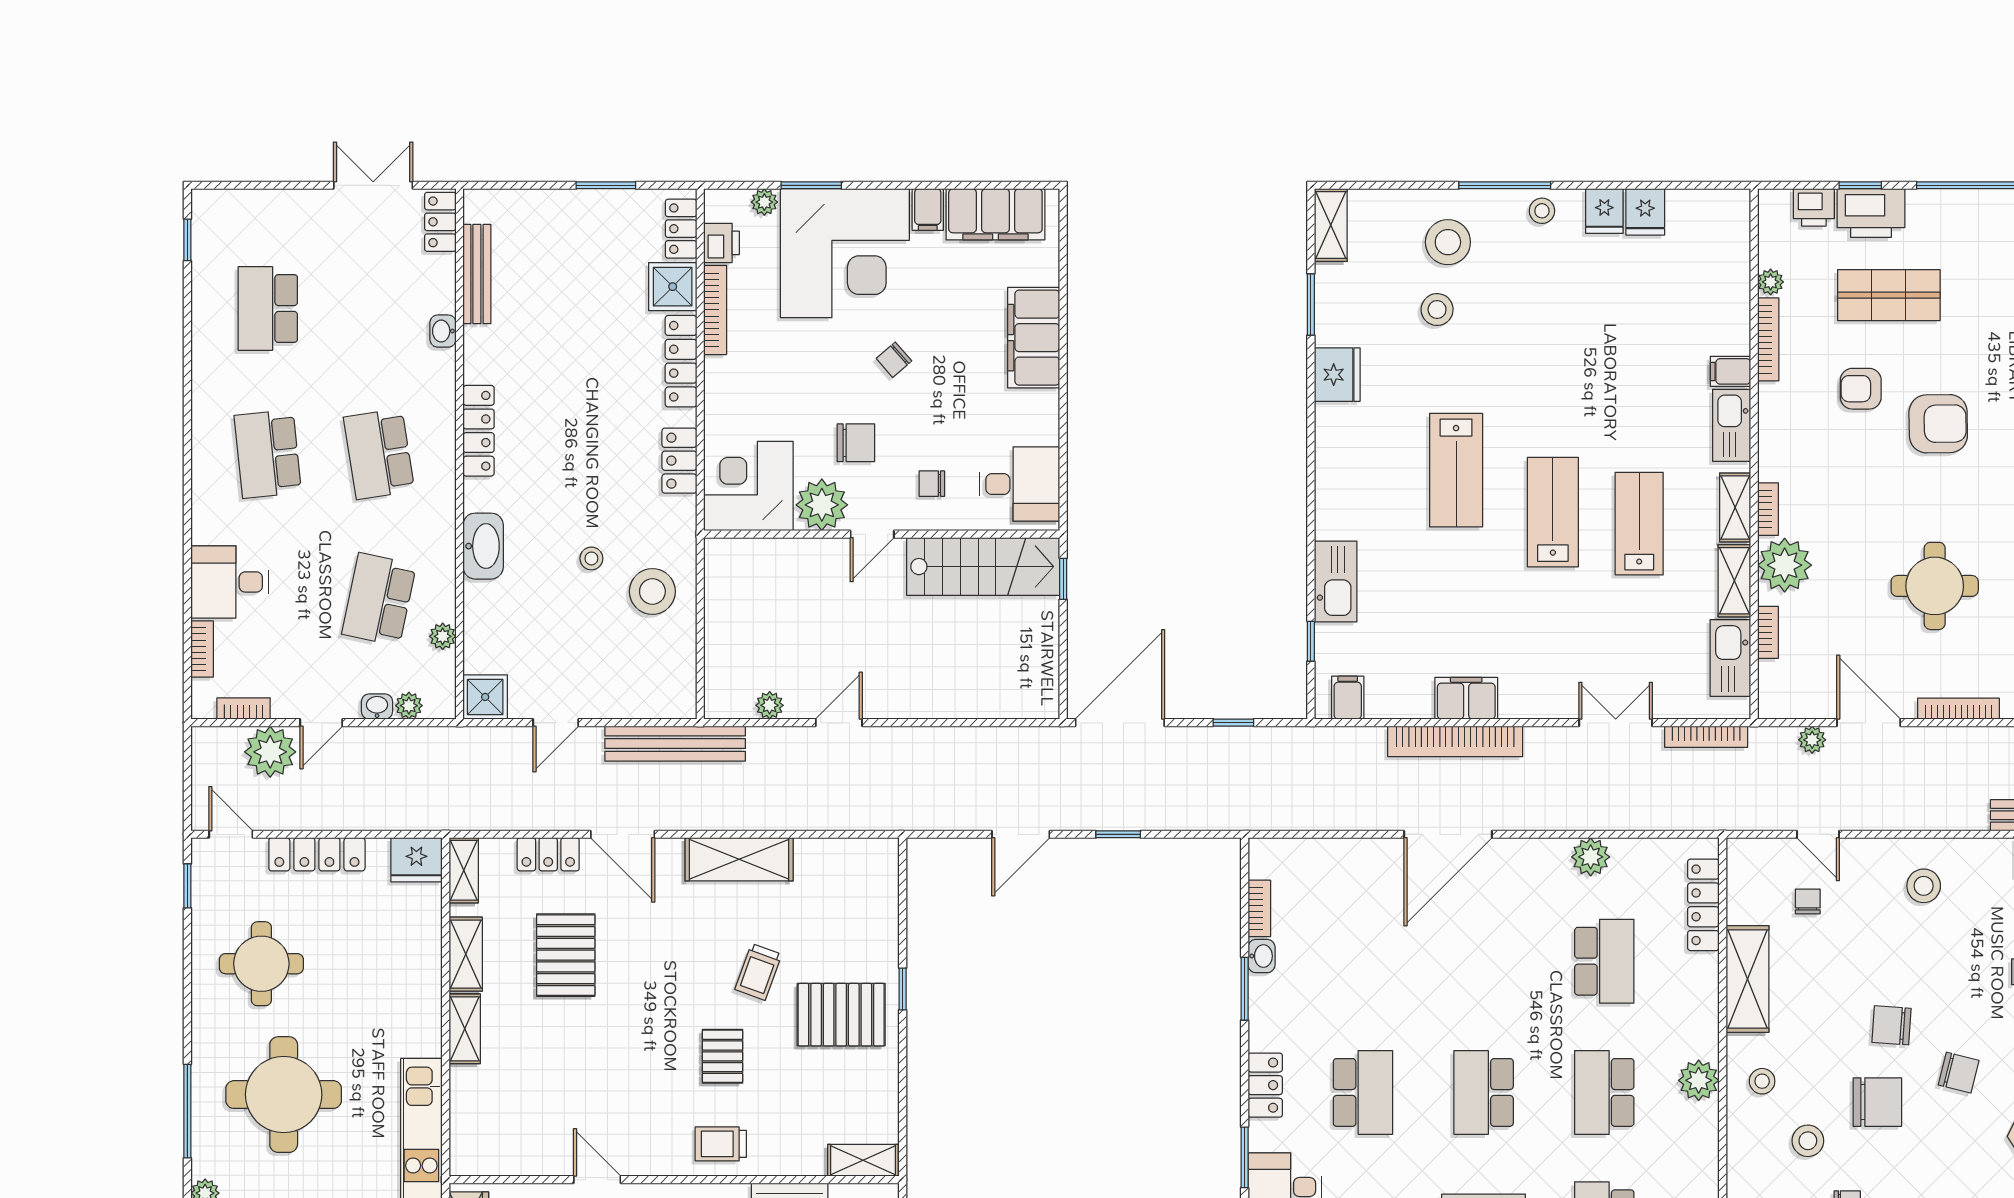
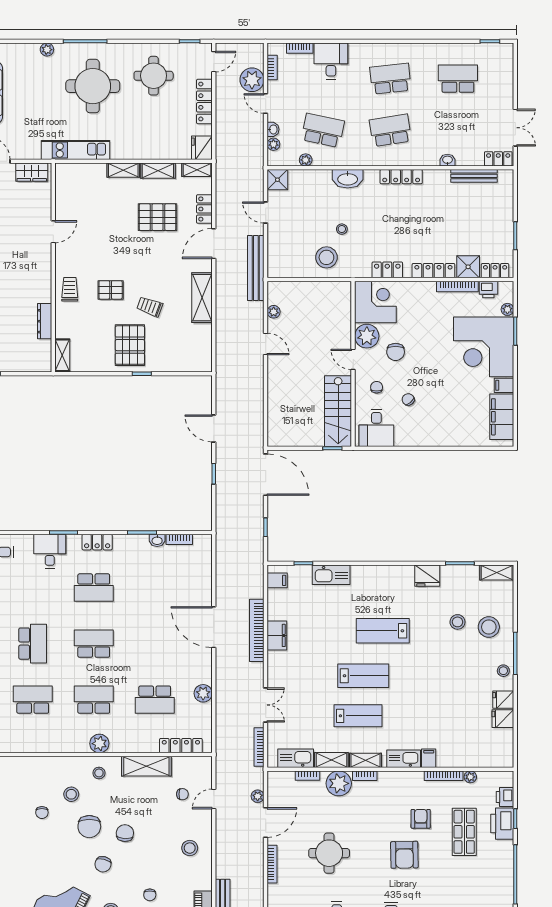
filing cabinet: (1034, 338) -> (444, 435), removed
chair: (894, 360) -> (408, 399), moved

